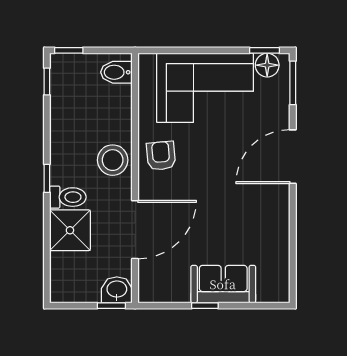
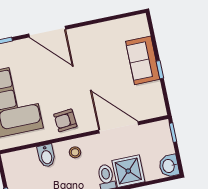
bidet: (116, 72) -> (46, 156), moved
stool: (113, 160) -> (75, 152), width x0.53, depth x0.53
washbasin: (117, 290) -> (169, 166), moved

